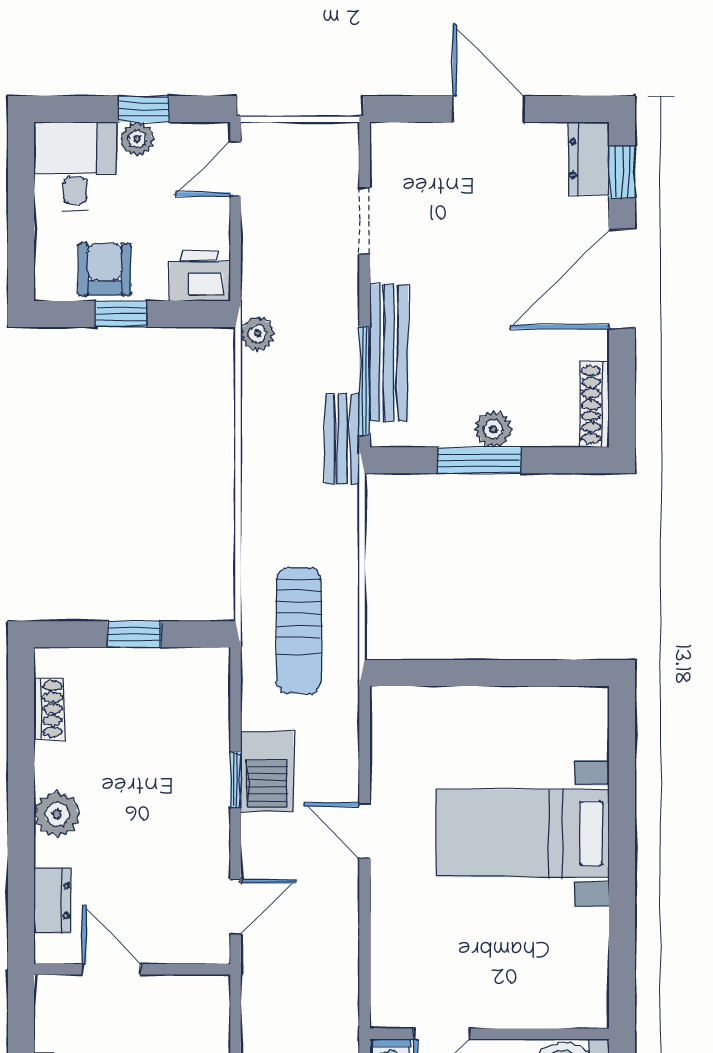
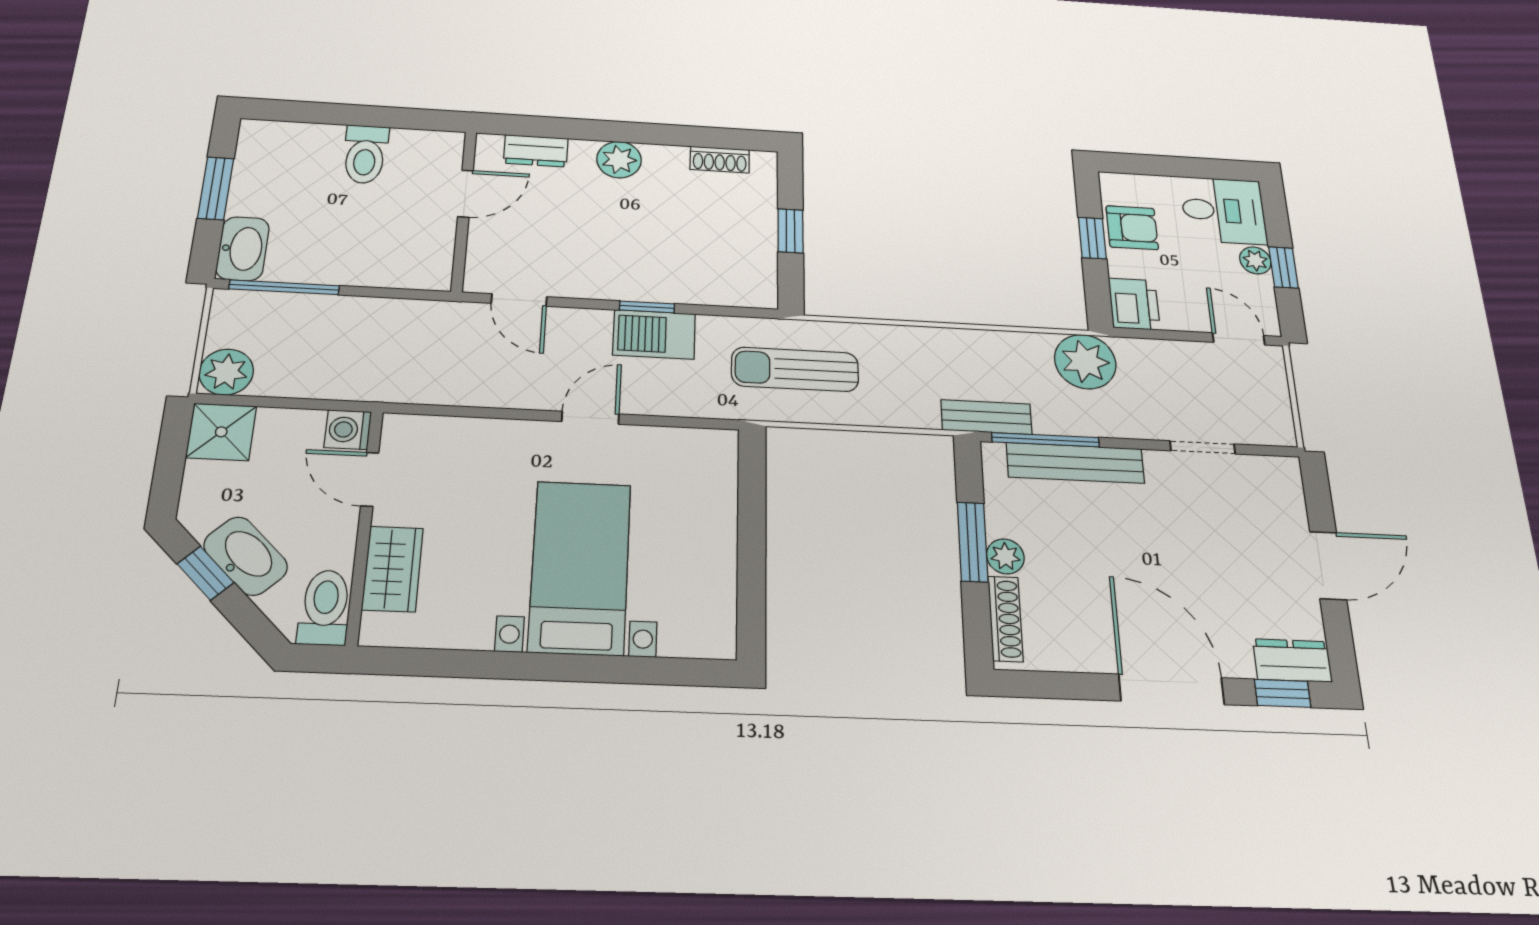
plant: (258, 334) -> (1085, 362), width x1.87, depth x1.87
shoe rack: (595, 405) -> (1005, 619), moved, turned 90
wardrobe: (532, 1004) -> (392, 569), added

